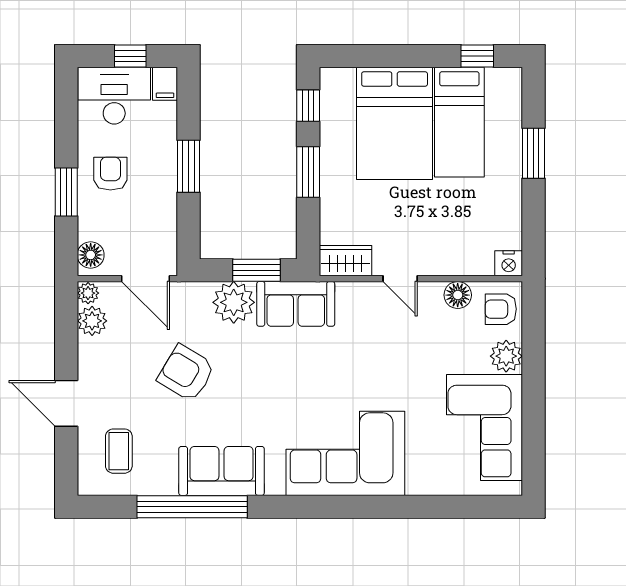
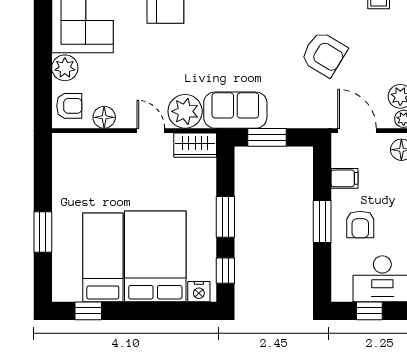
filing cabinet: (165, 84) -> (345, 178), moved, turned 90
armchair: (110, 174) -> (360, 225), moved
nightstand: (509, 263) -> (199, 292), moved, turned 180
plant: (234, 302) -> (185, 111), moved

